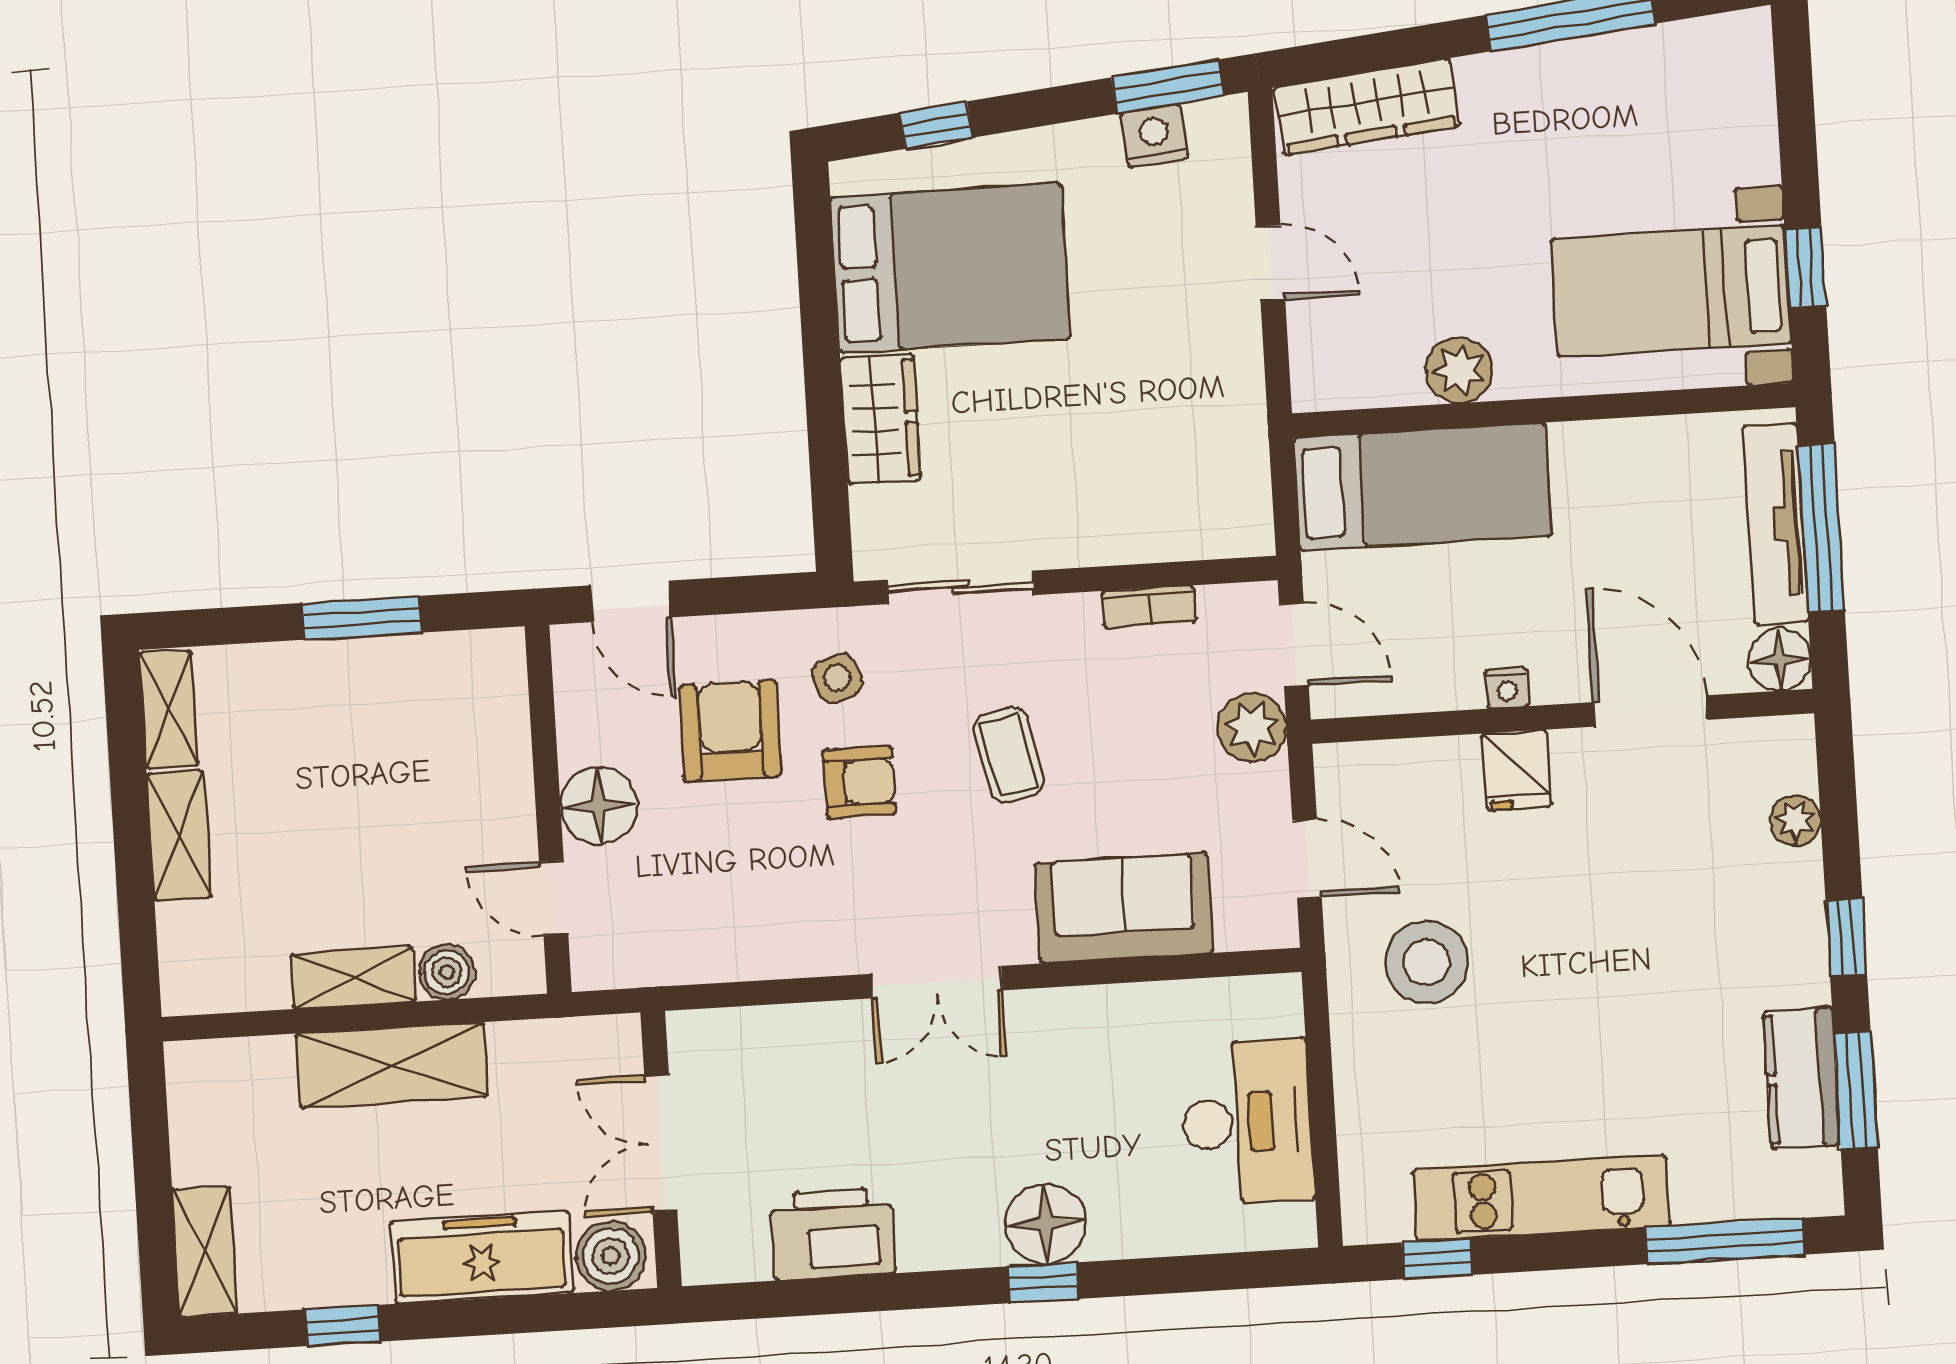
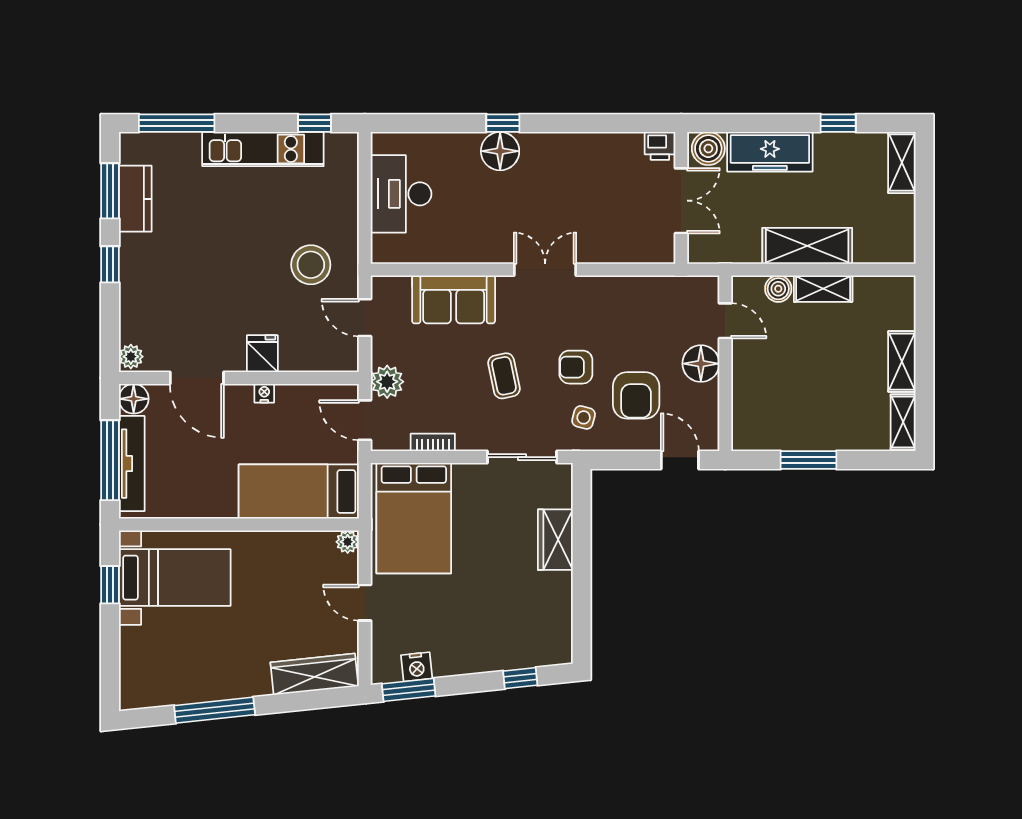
bed: (950, 268) -> (414, 518), moved, turned -90
plant: (1459, 370) -> (348, 542), moved, width x0.73, depth x0.73
side table: (837, 678) -> (584, 417), turned 36
plant: (1795, 820) -> (131, 357), moved
printer: (833, 1234) -> (660, 146), moved, width x0.53, depth x0.68

